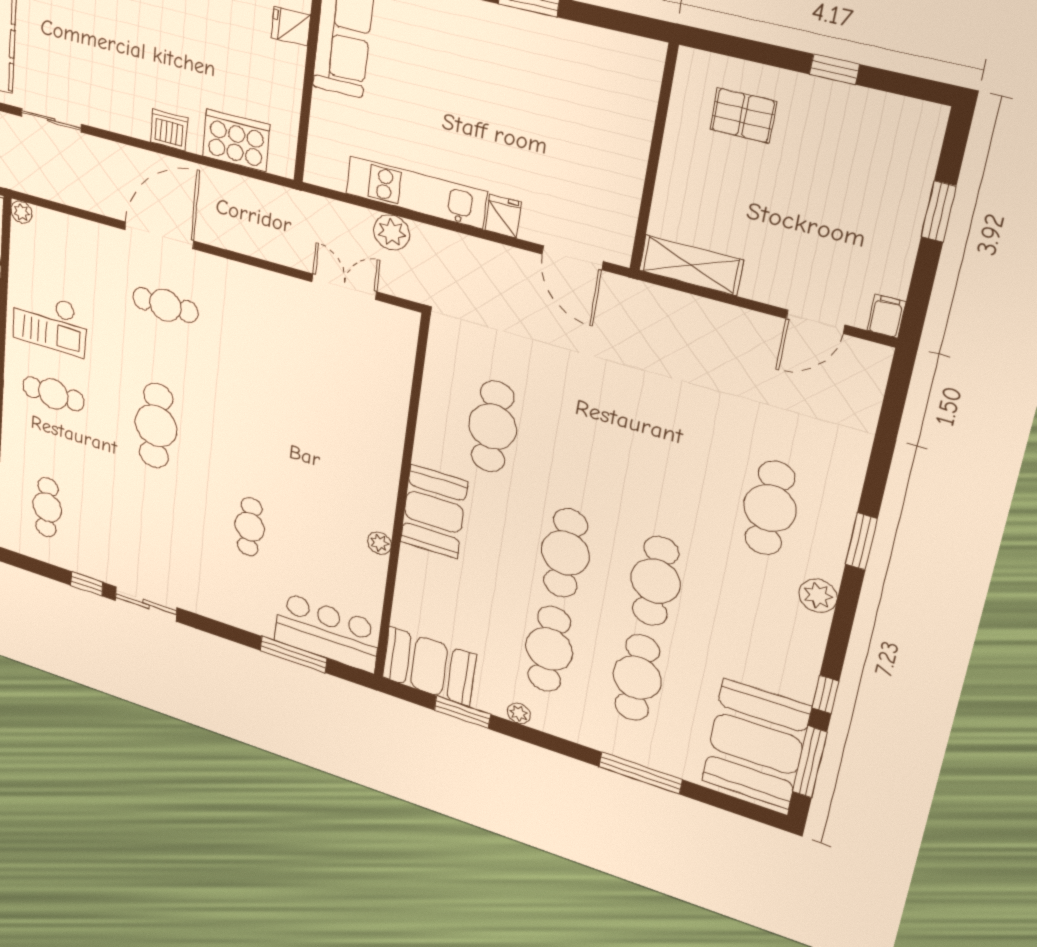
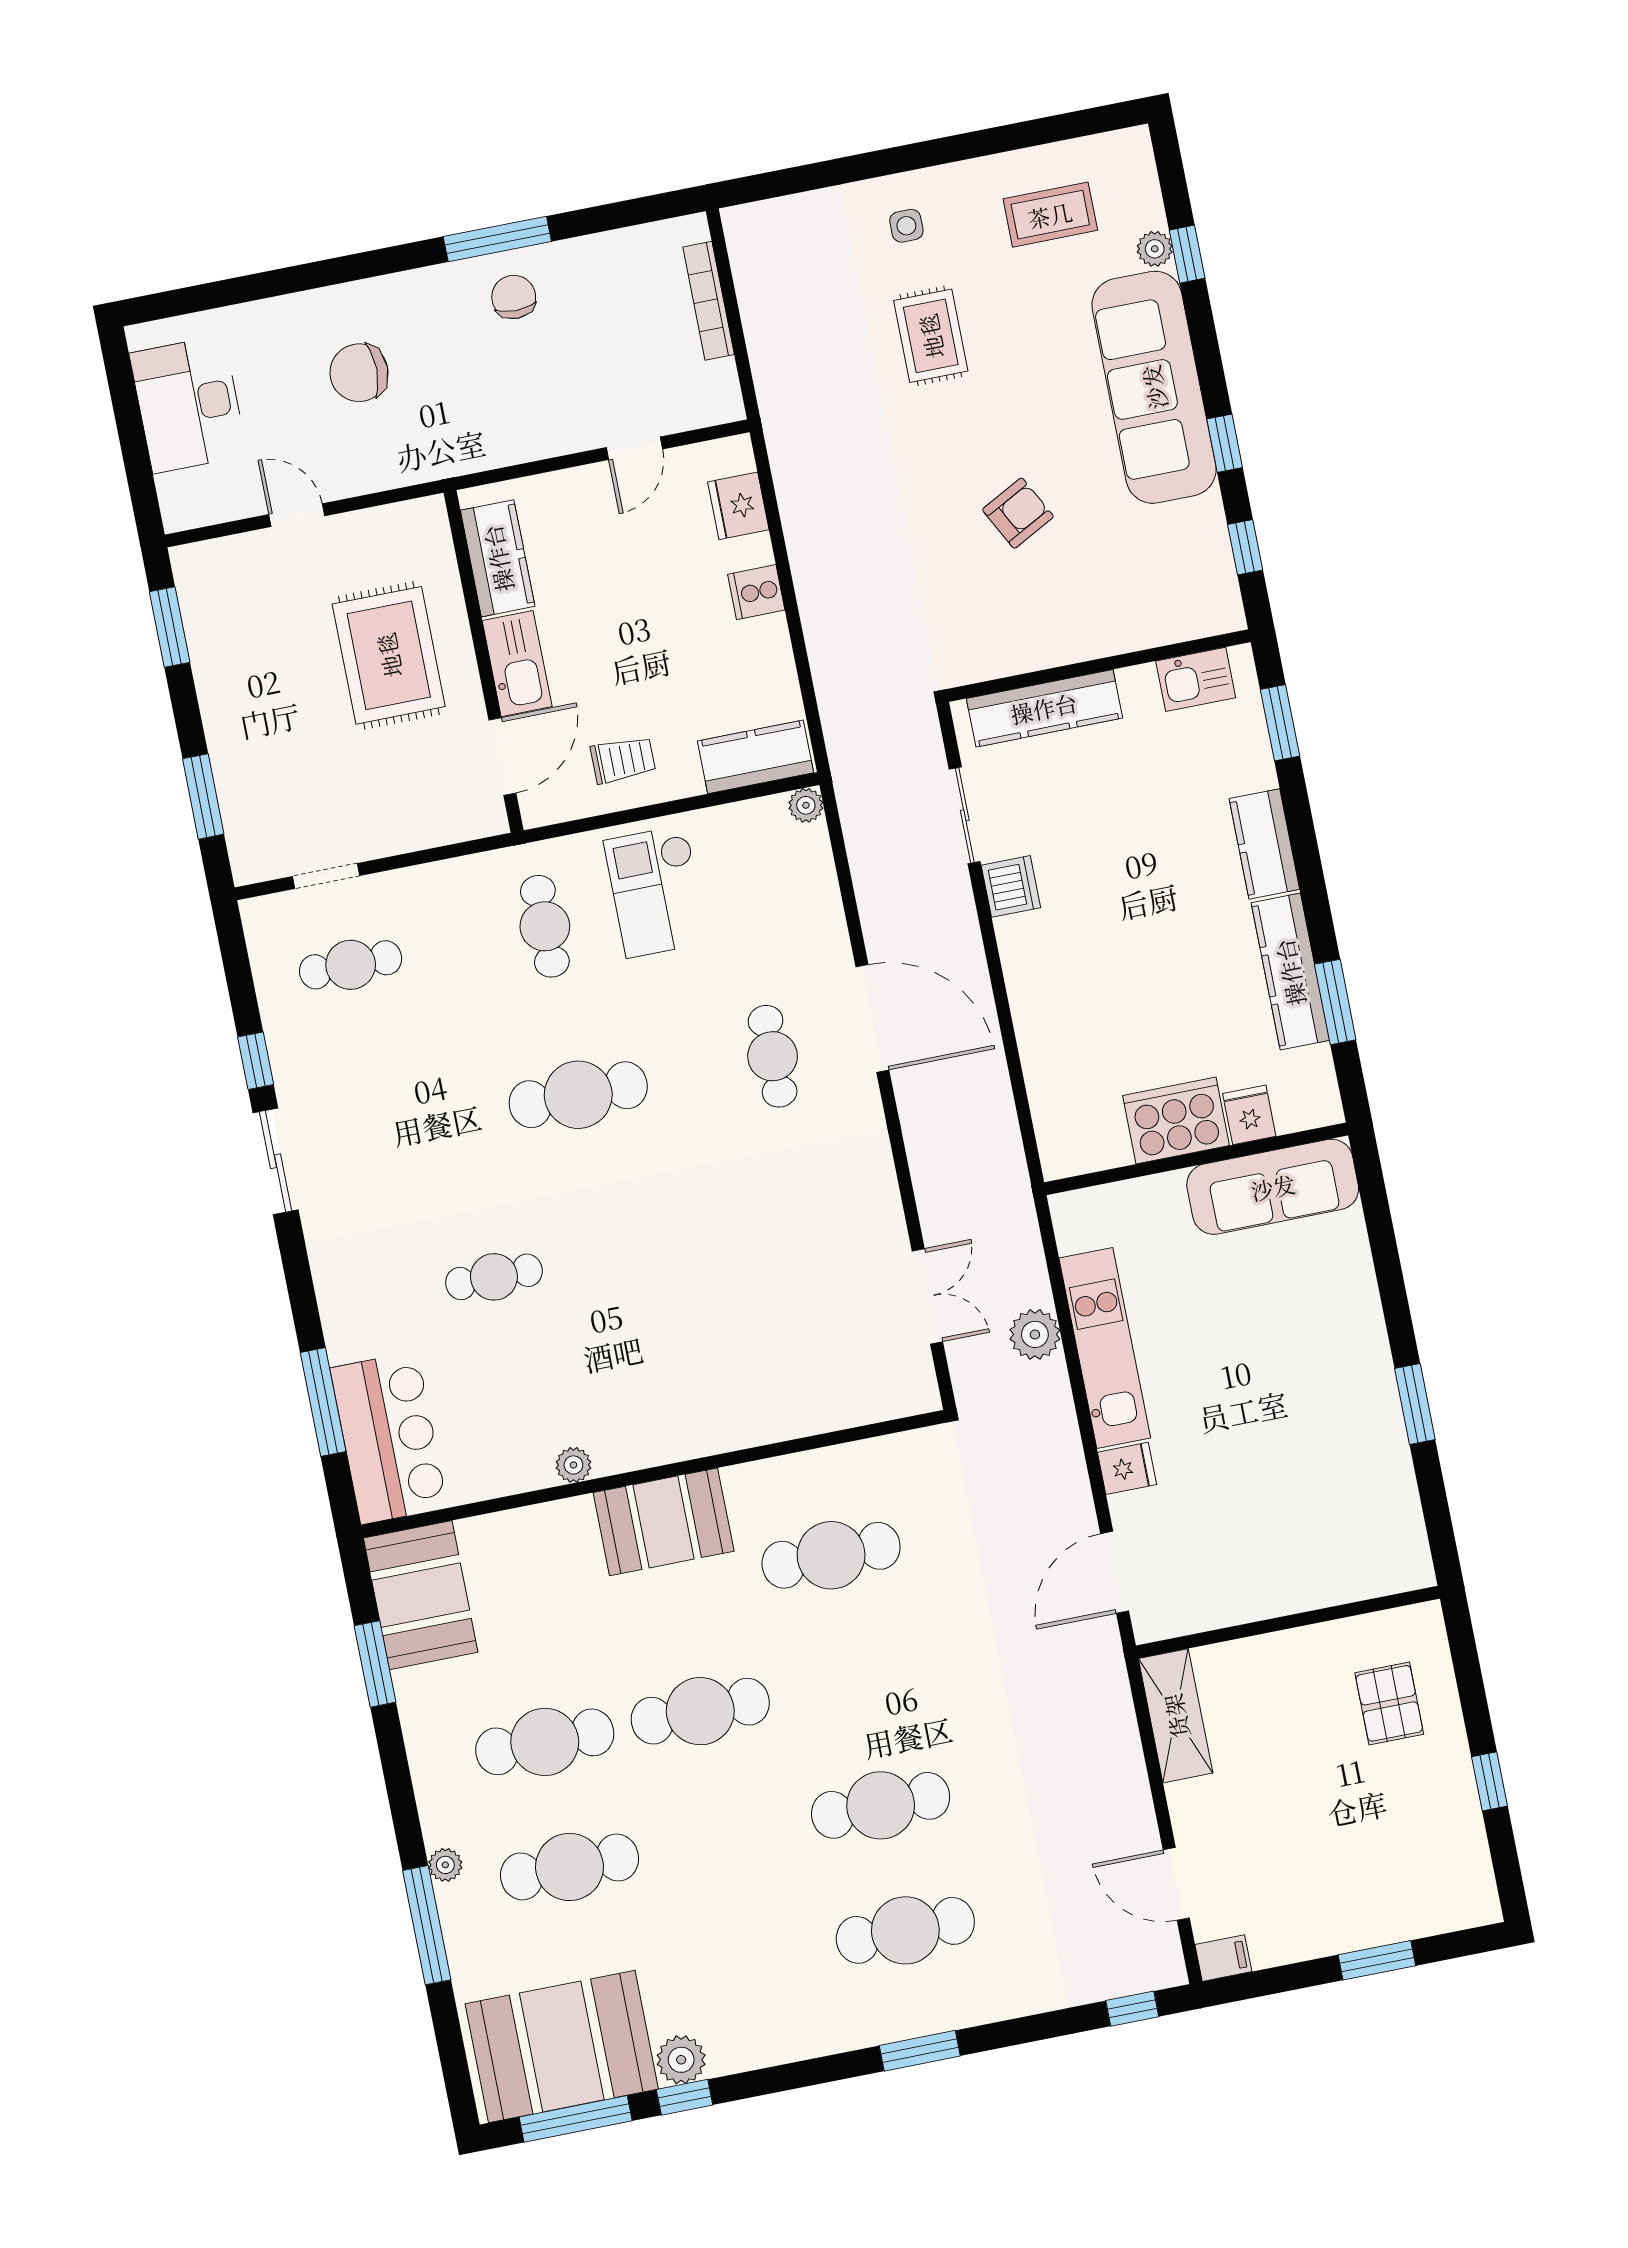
dishwasher: (169, 130) -> (1011, 886), moved
cooker: (236, 140) -> (1176, 1120), moved, turned -90
window: (896, 394) -> (1132, 2009), added
cafe table: (656, 581) -> (881, 1805), moved
plant: (818, 596) -> (681, 2060), moved
plant: (519, 713) -> (445, 1865), moved

